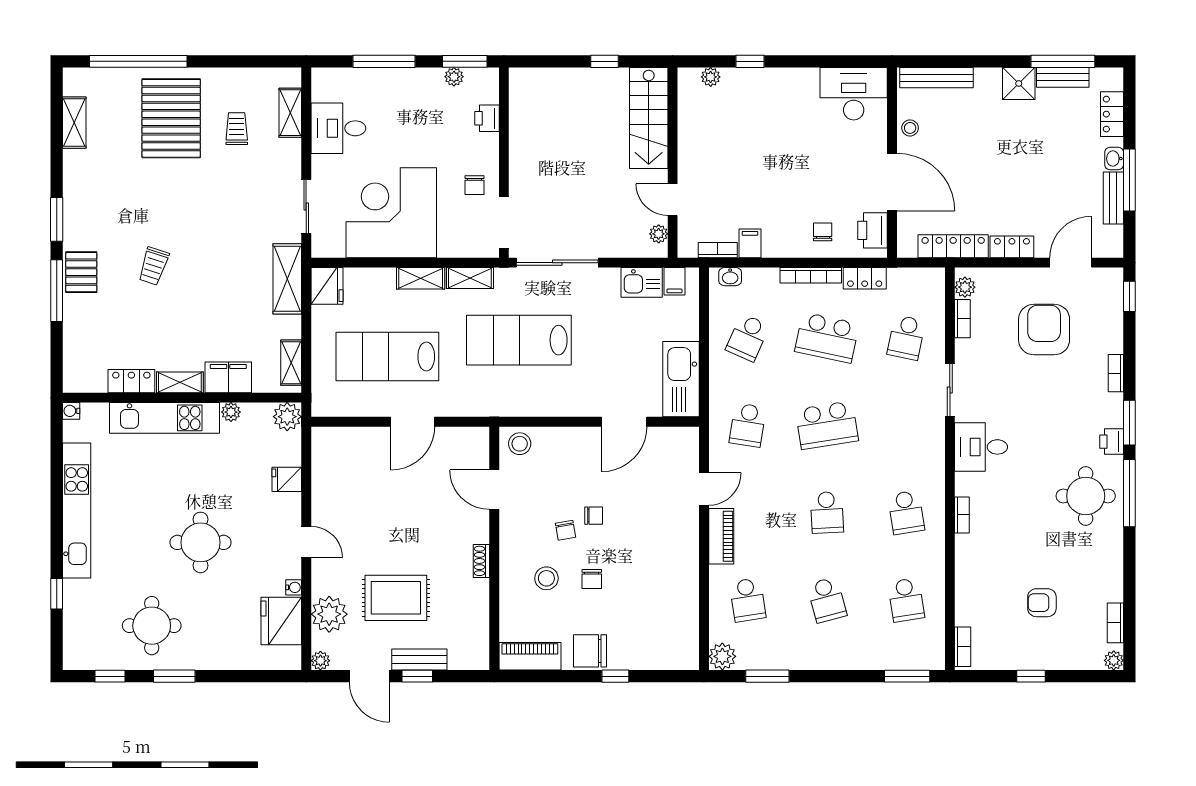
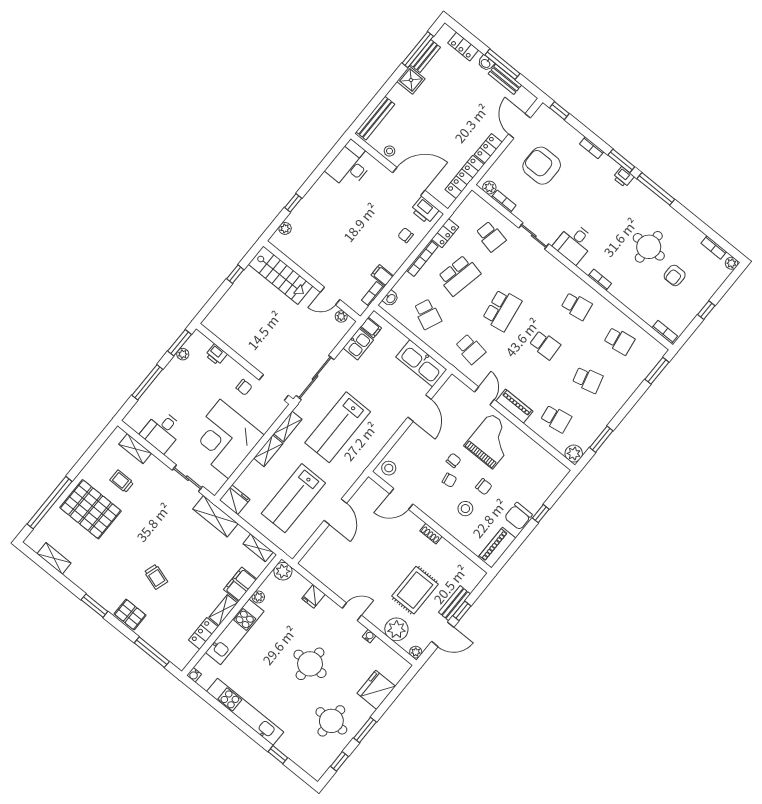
window: (57, 291) -> (152, 652), moved
round table: (1086, 496) -> (649, 247), moved
grand piano: (656, 543) -> (491, 441), added
fridge: (281, 621) -> (376, 690), moved, turned 90

